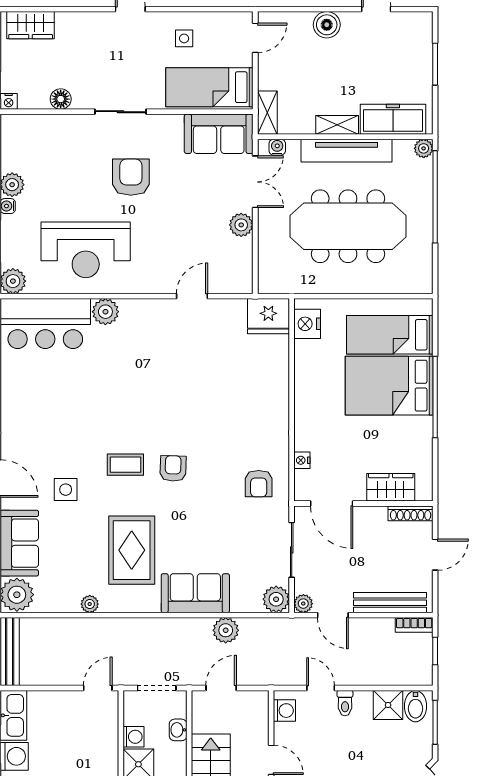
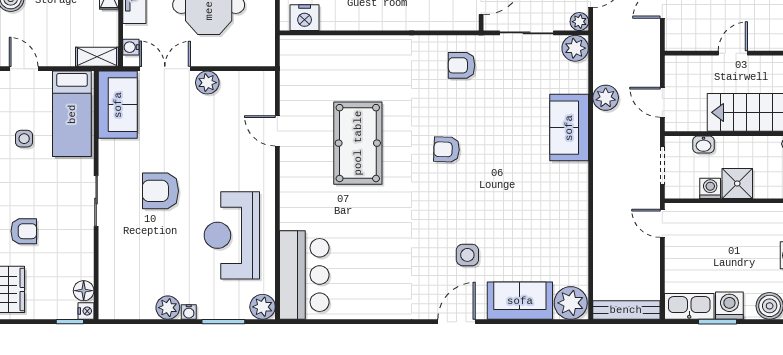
armchair: (90, 38) -> (24, 231), added
floor lamp: (61, 99) -> (84, 291), moved
reception desk: (86, 250) -> (232, 235), turned 180
plant: (105, 312) -> (293, 216), removed
fridge: (268, 316) -> (297, 56), removed
pool table: (180, 378) -> (358, 143), added
nightstand: (302, 460) -> (439, 23), removed
coffee table: (125, 465) -> (443, 196), removed
armchair: (259, 484) -> (462, 65), turned 180
rug: (132, 550) -> (527, 190), removed
plant: (90, 604) -> (580, 231), removed
washing machine: (284, 711) -> (684, 40), removed

